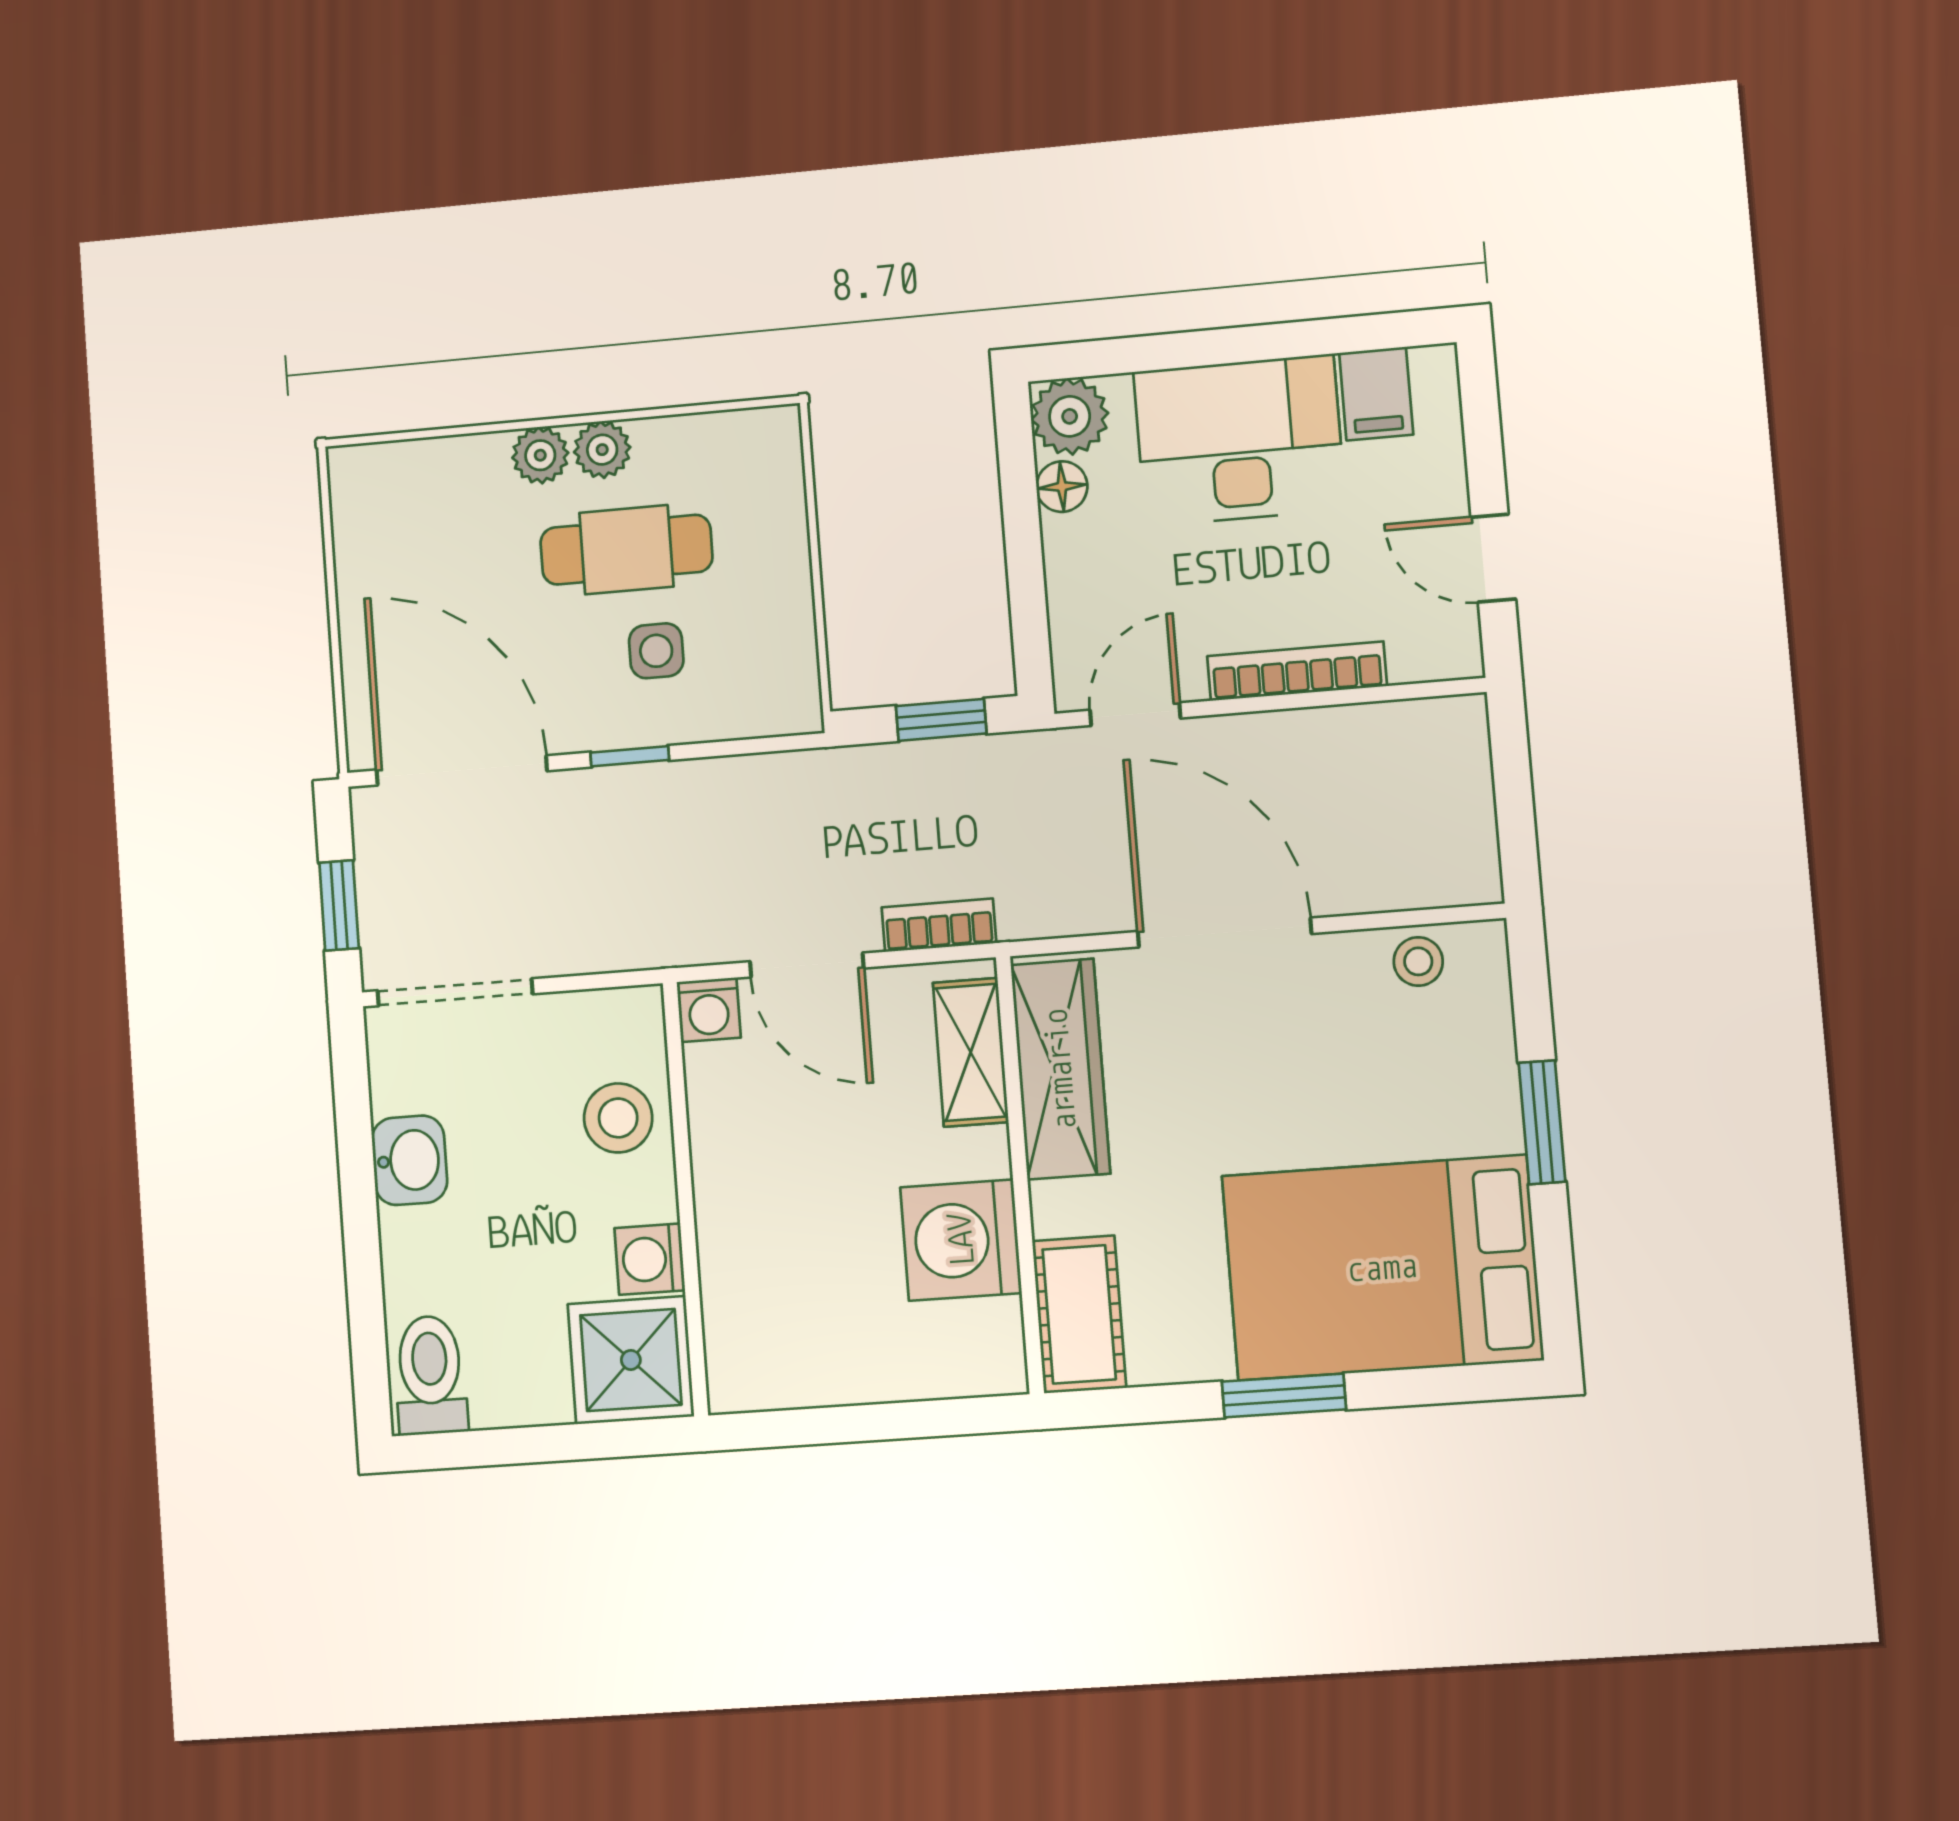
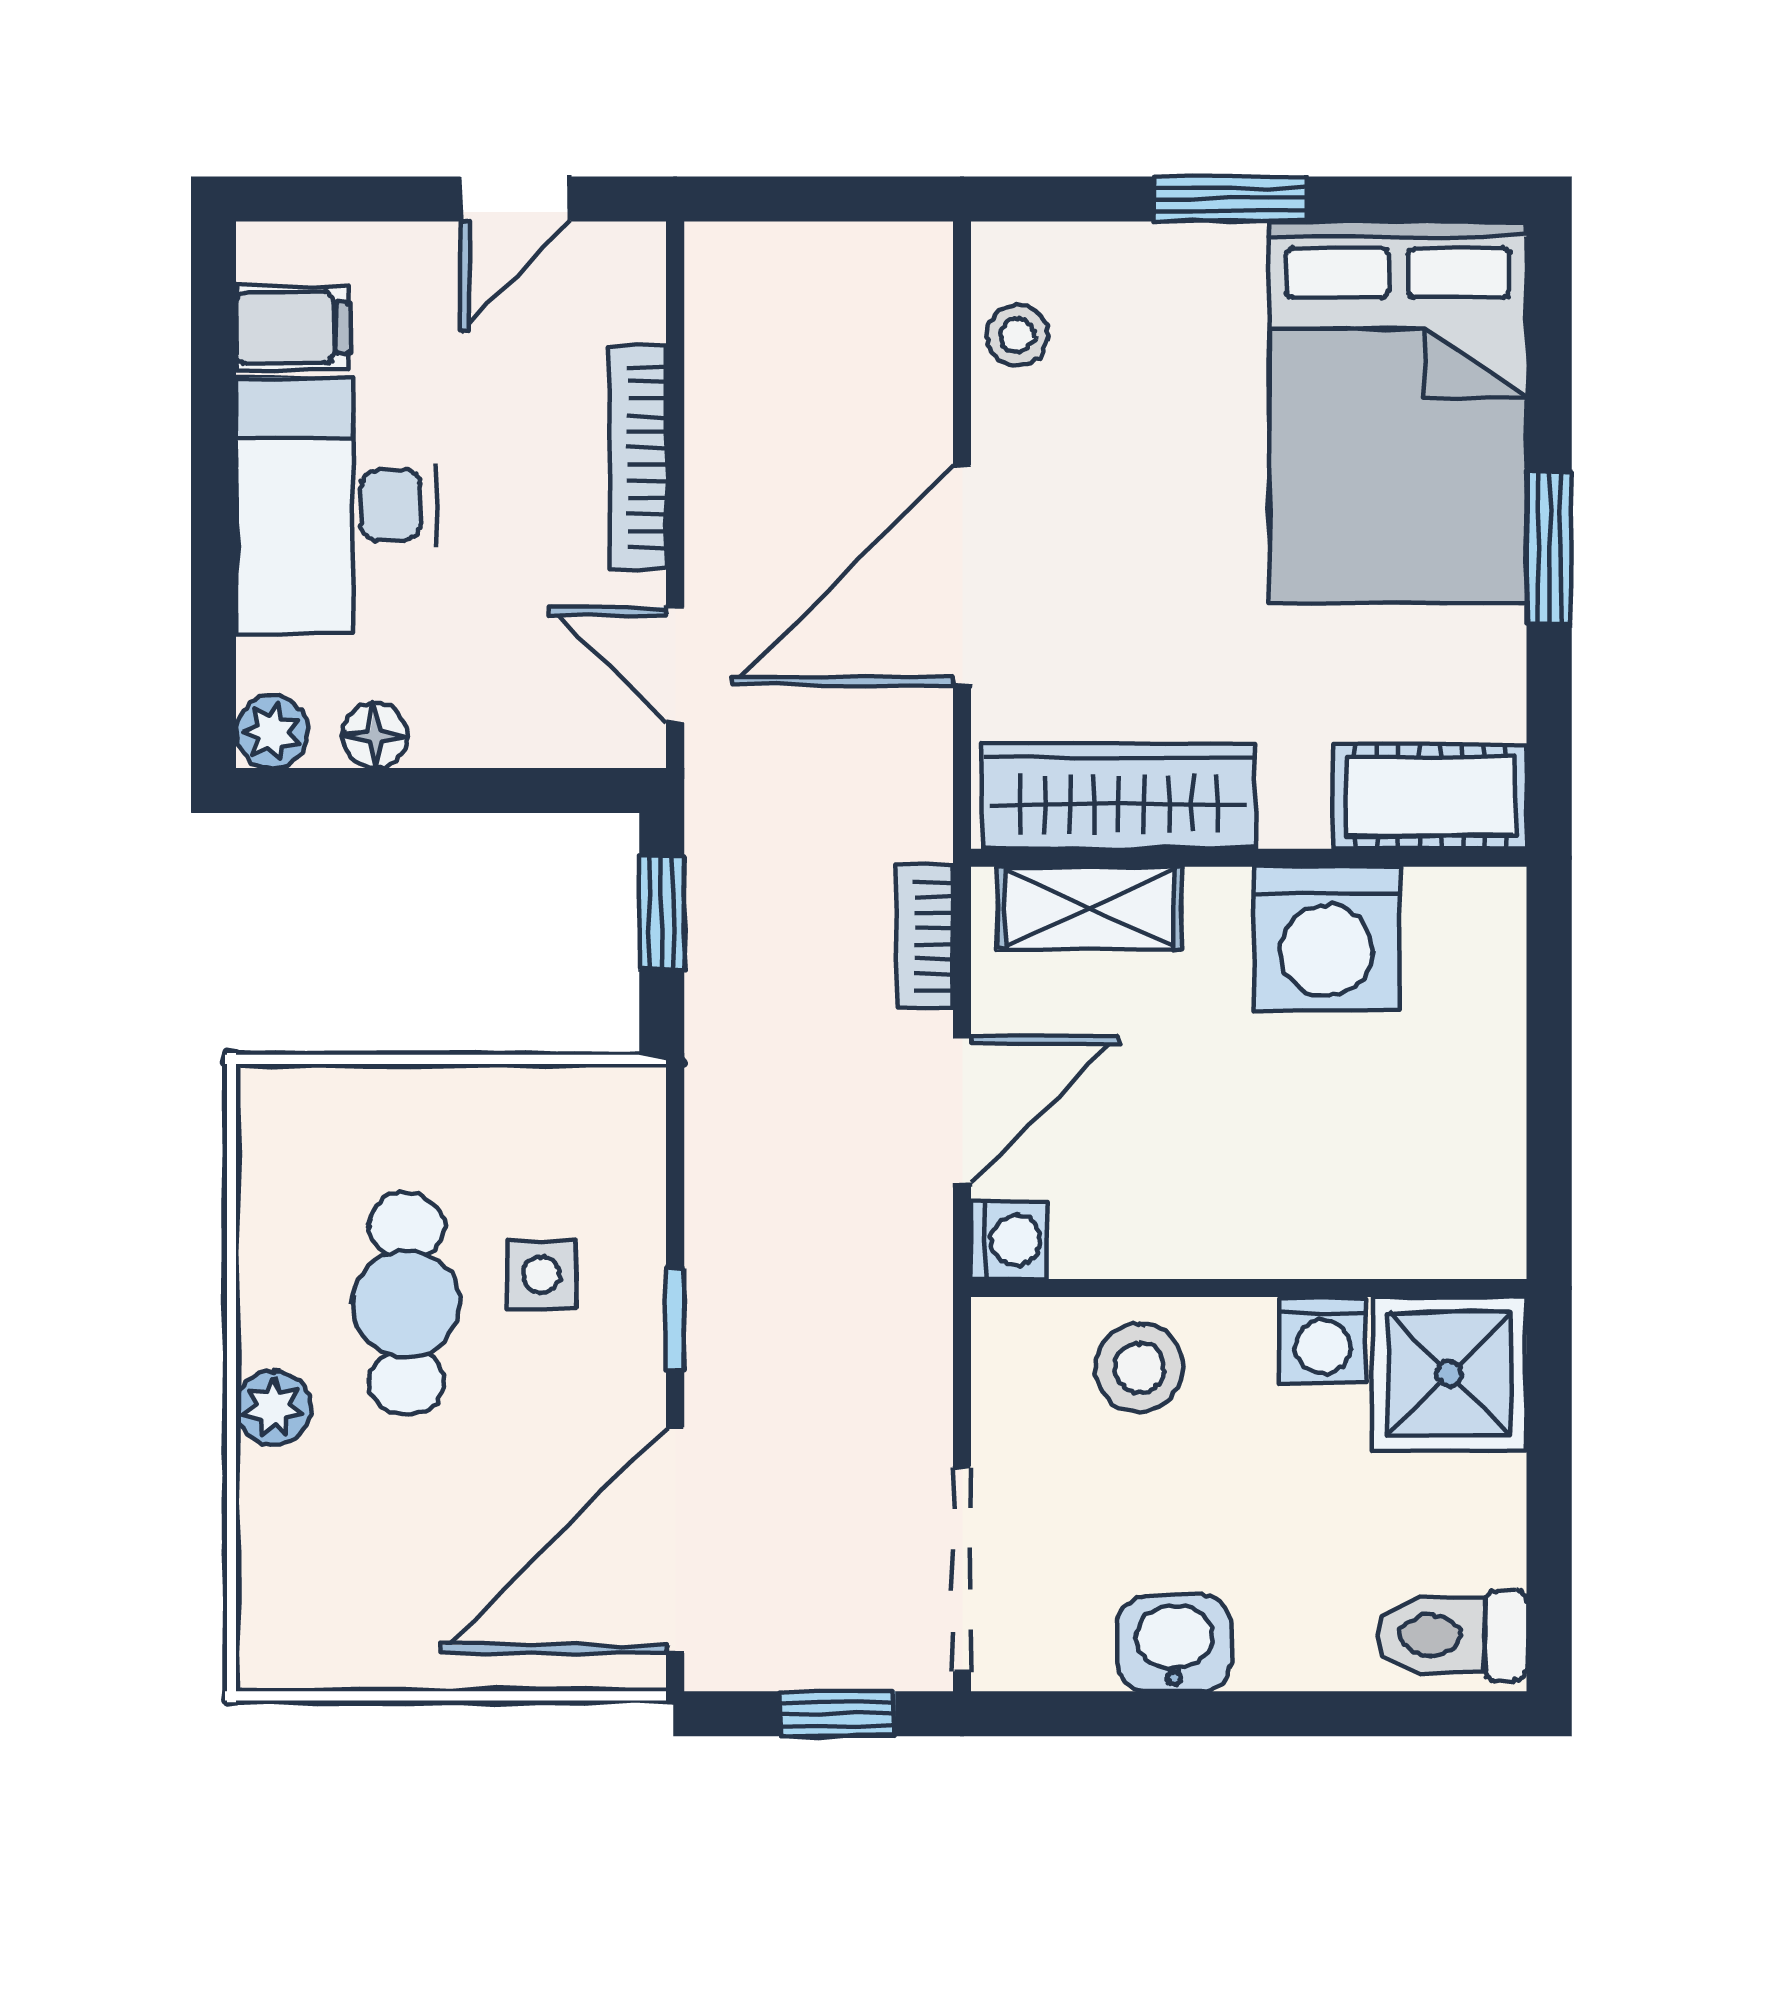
plant: (1070, 416) -> (272, 732), width x0.73, depth x0.73
plant: (602, 450) -> (273, 1326), removed

